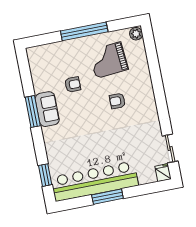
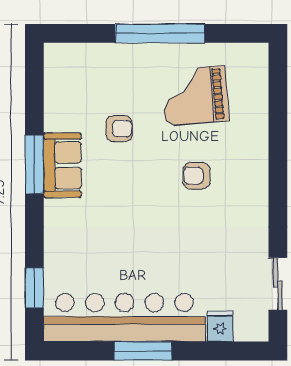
plant: (136, 34) -> (256, 57), removed
fridge: (163, 173) -> (220, 326), moved

